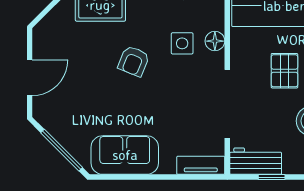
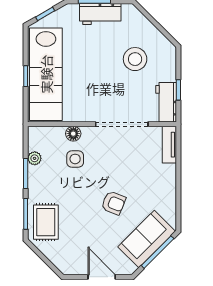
armchair: (134, 61) -> (114, 203), moved
pallet: (284, 71) -> (96, 80), removed
sofa: (125, 155) -> (147, 239), moved, turned 45

